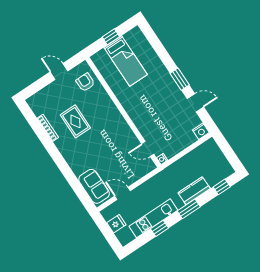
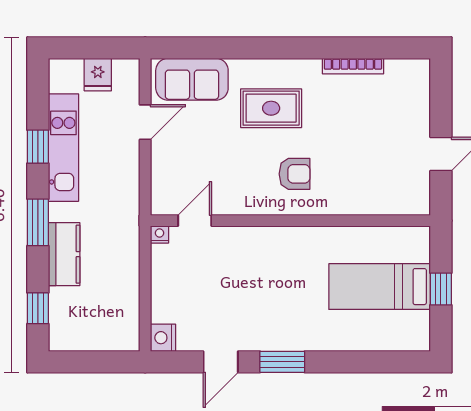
armchair: (85, 82) -> (295, 174), moved
rug: (75, 121) -> (271, 108), moved

